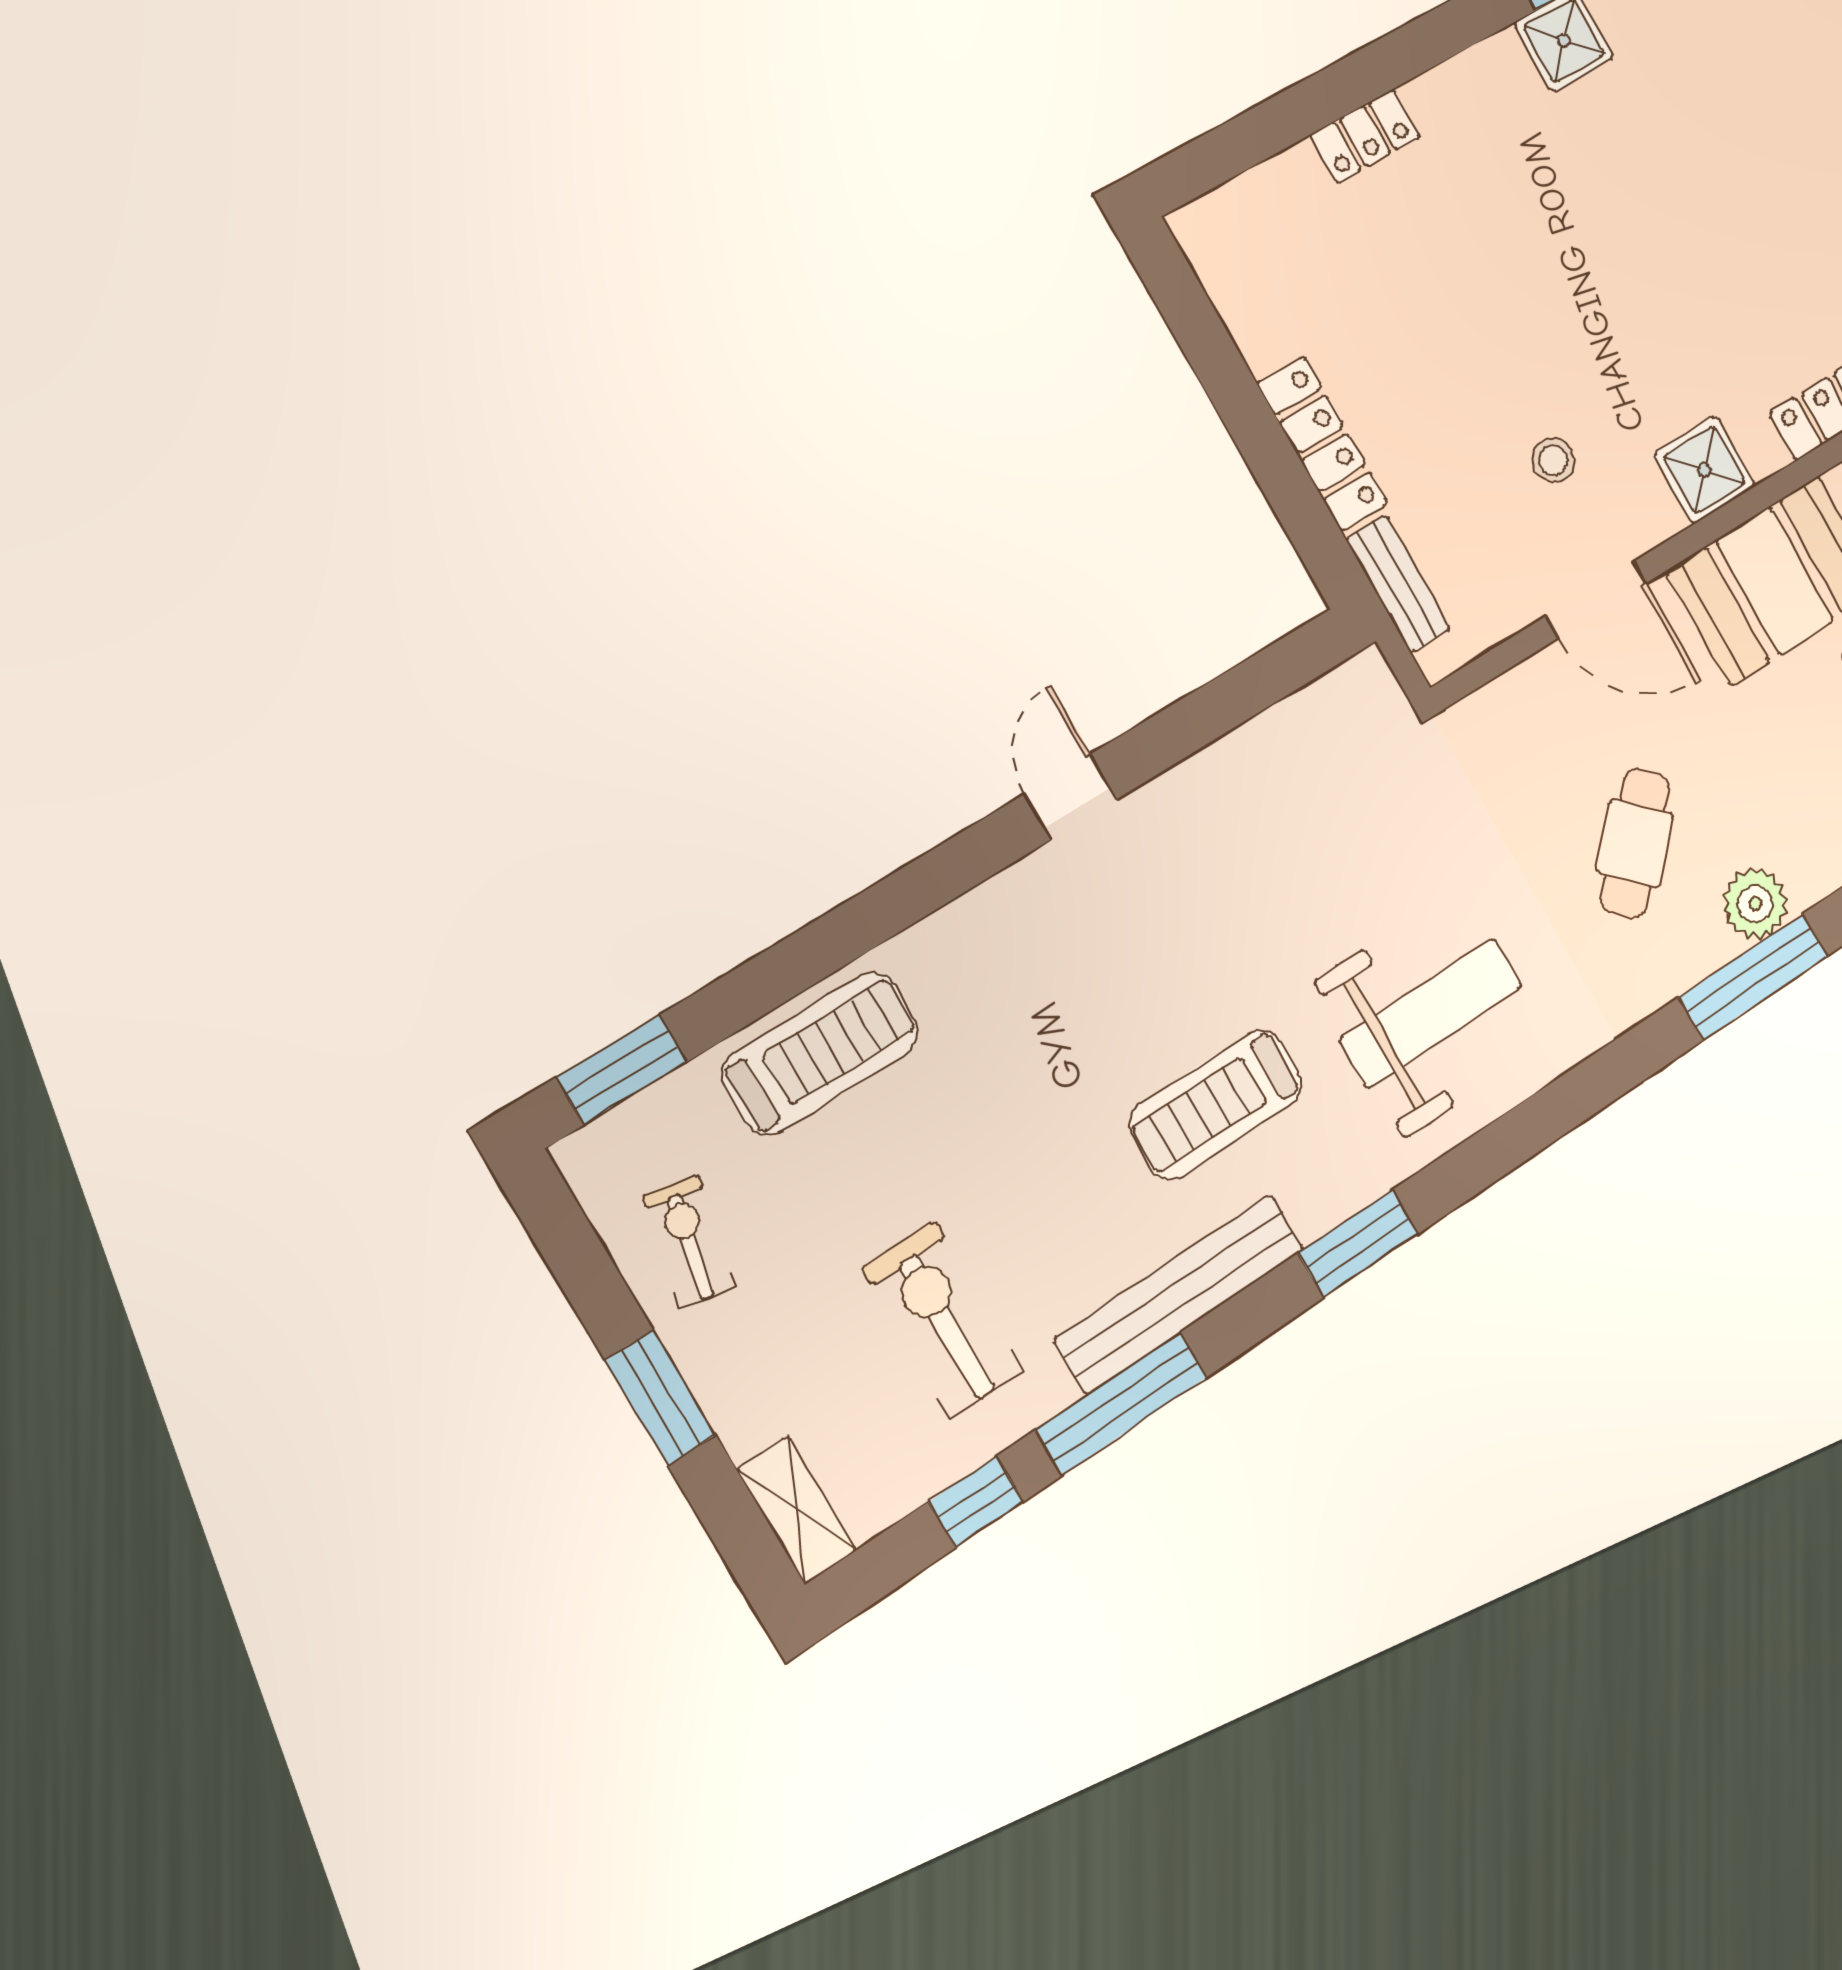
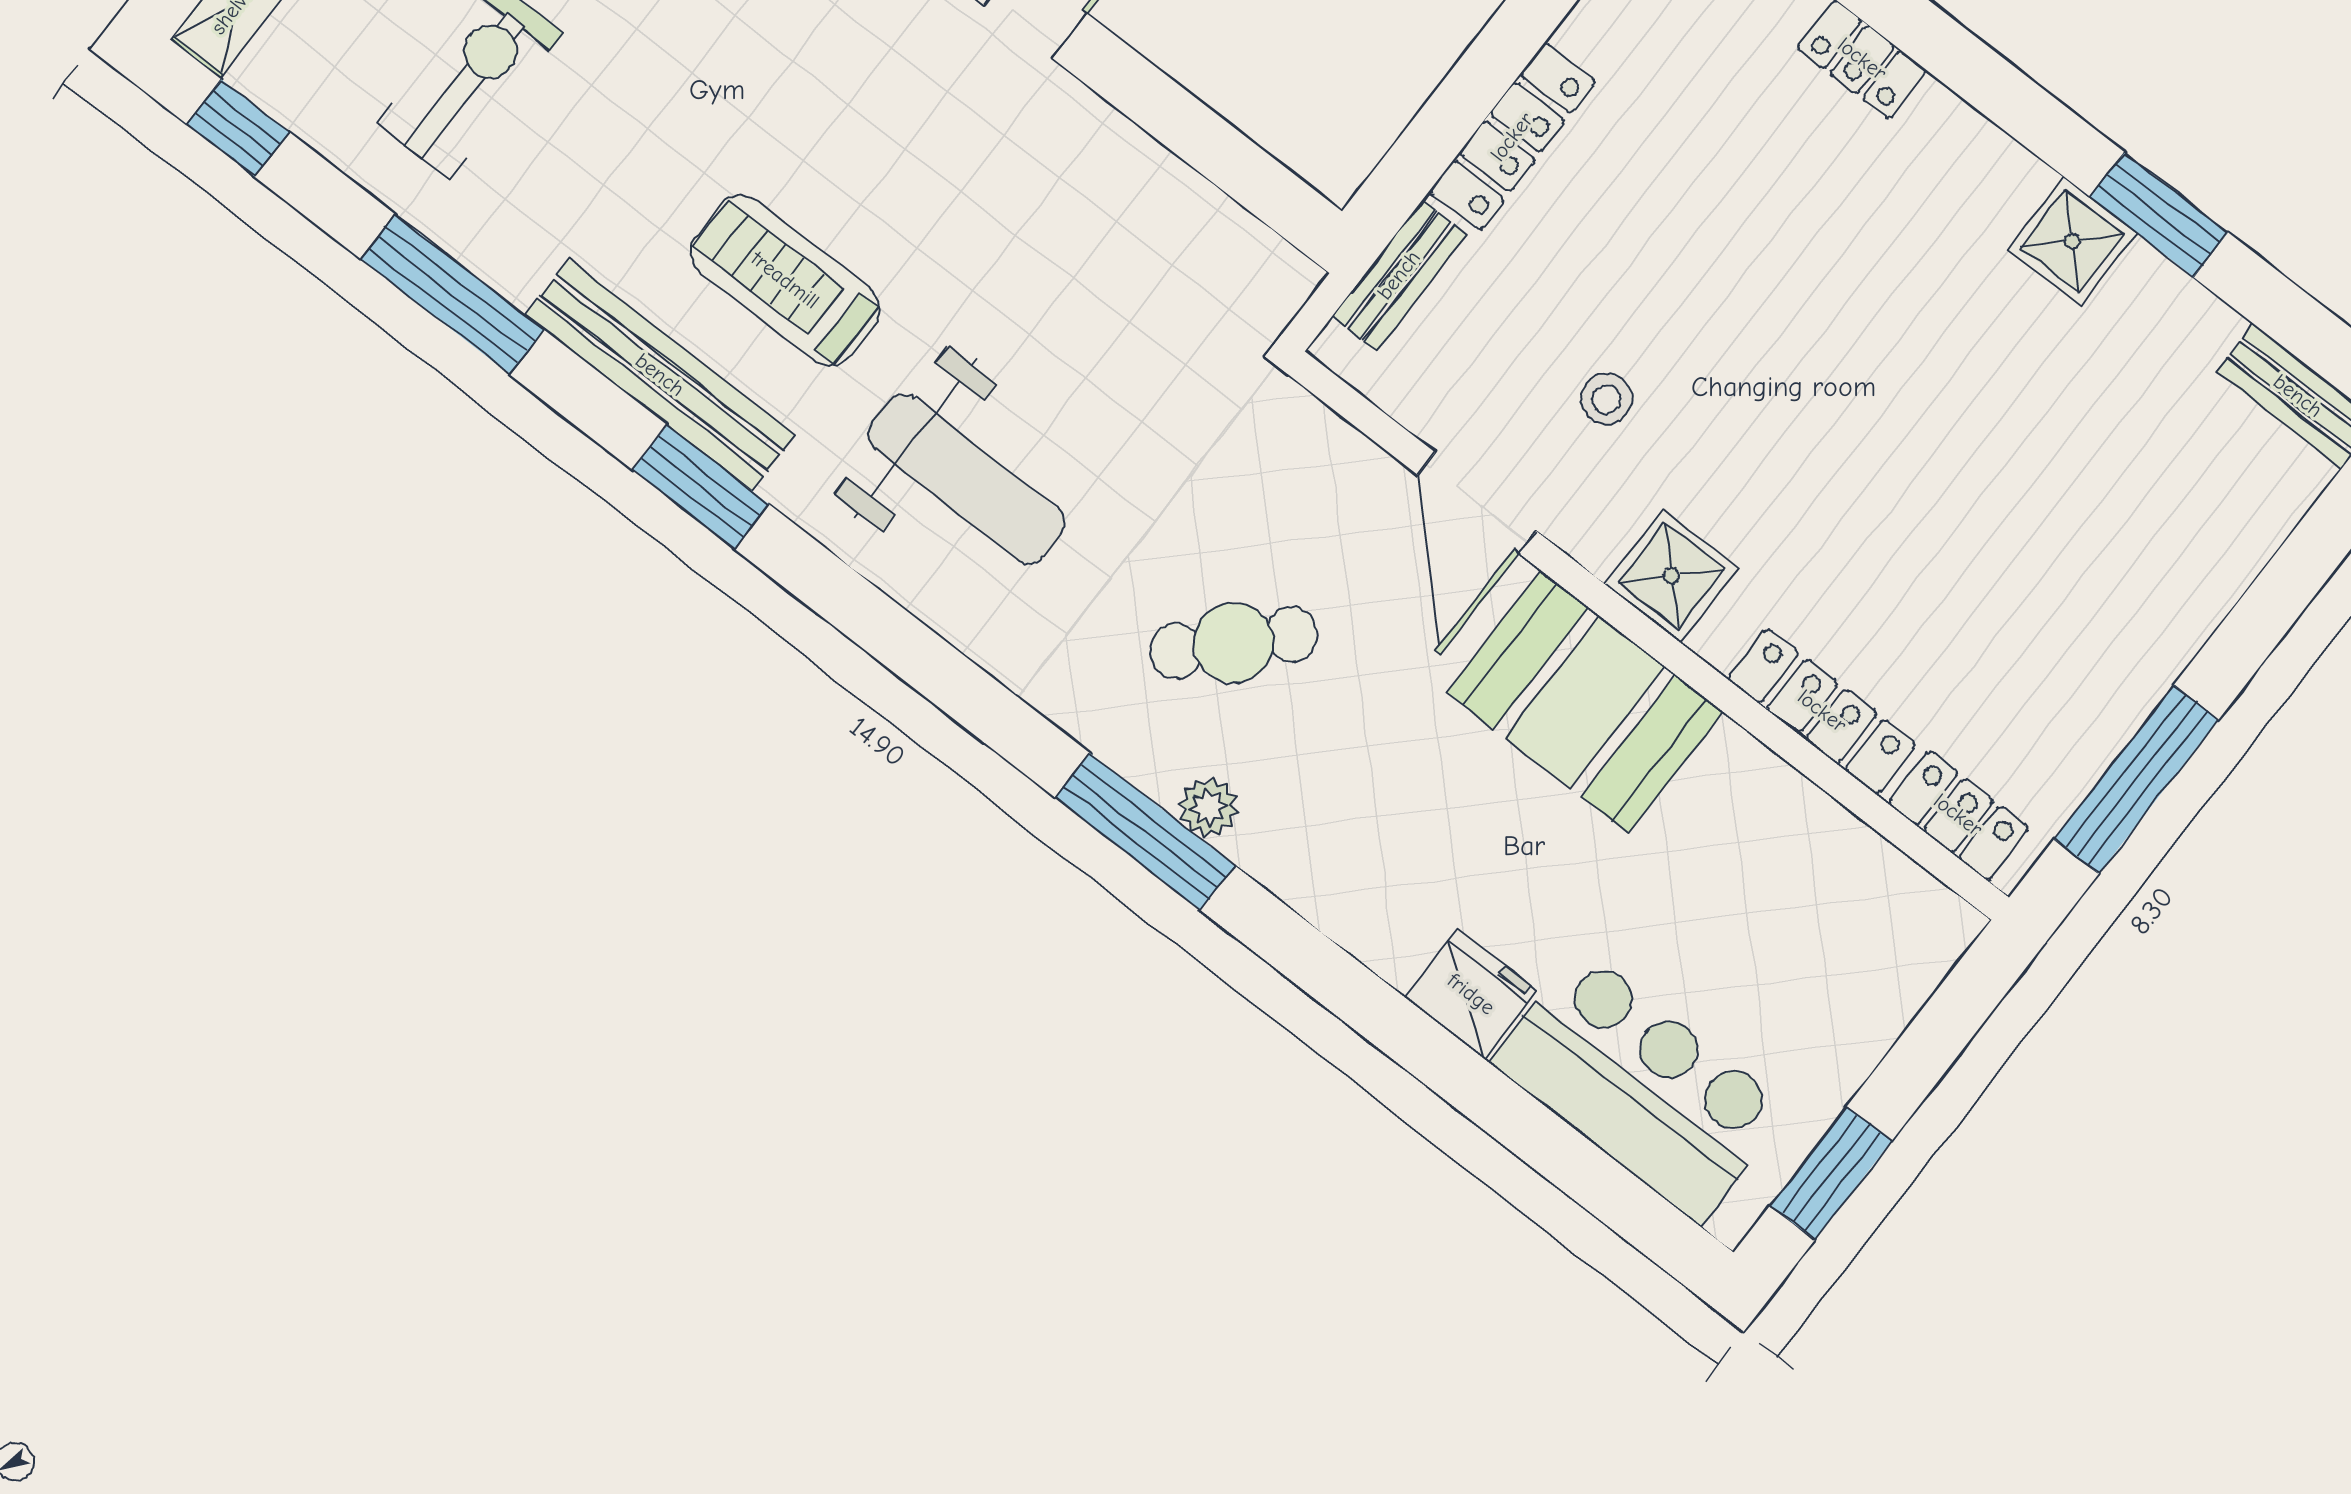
plant: (1755, 904) -> (1208, 808), width x0.73, depth x0.73
bench: (1179, 1294) -> (660, 375), moved
window: (976, 1502) -> (238, 128), moved

